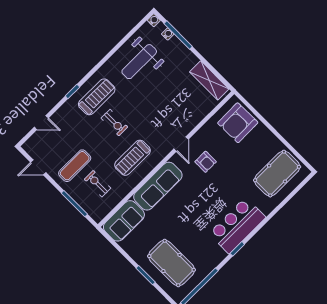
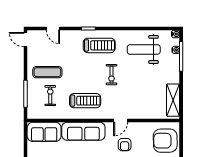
exercise bike: (114, 123) -> (111, 75), moved
treadmill: (133, 158) -> (85, 101), turned 180
door: (38, 167) -> (26, 40), moved

